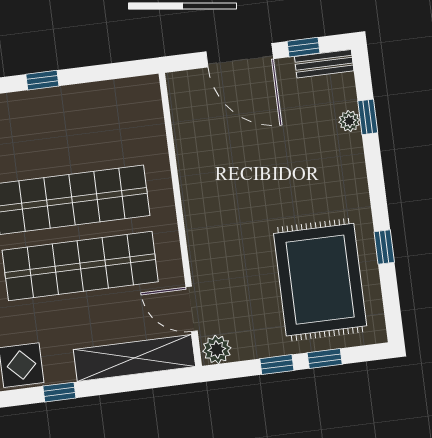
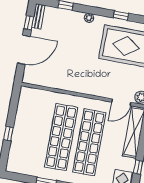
plant: (349, 121) -> (89, 18), moved

